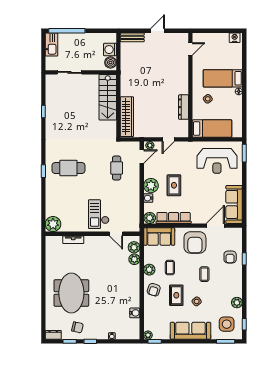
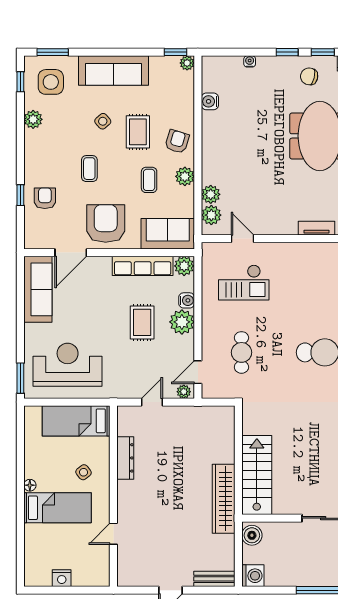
nightstand: (235, 38) -> (62, 578), moved
door: (190, 49) -> (113, 534), moved
washing machine: (110, 50) -> (253, 576), moved
wardrobe: (127, 117) -> (224, 499), moved
checkout: (99, 214) -> (244, 282), moved, turned 90

